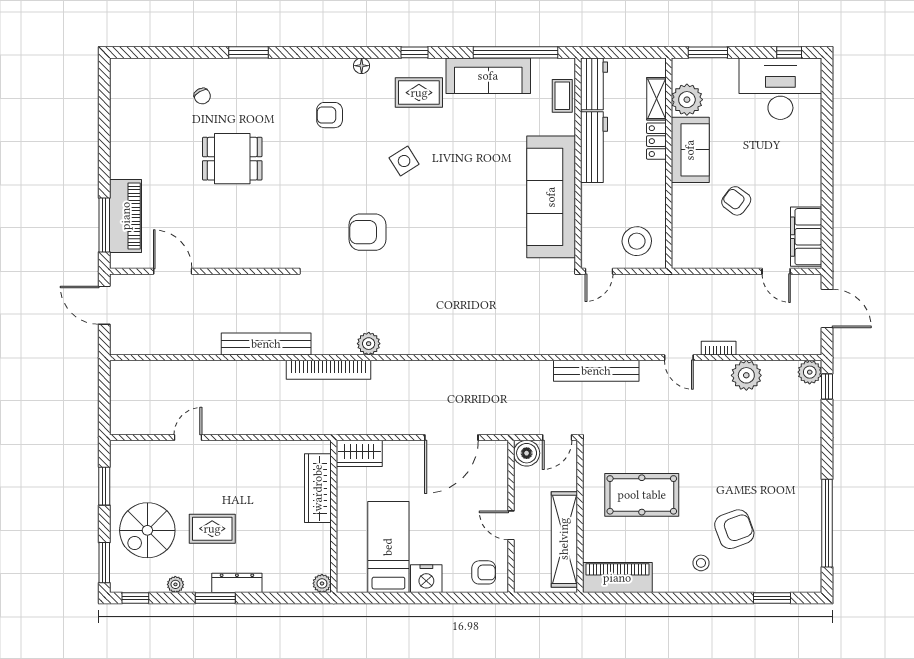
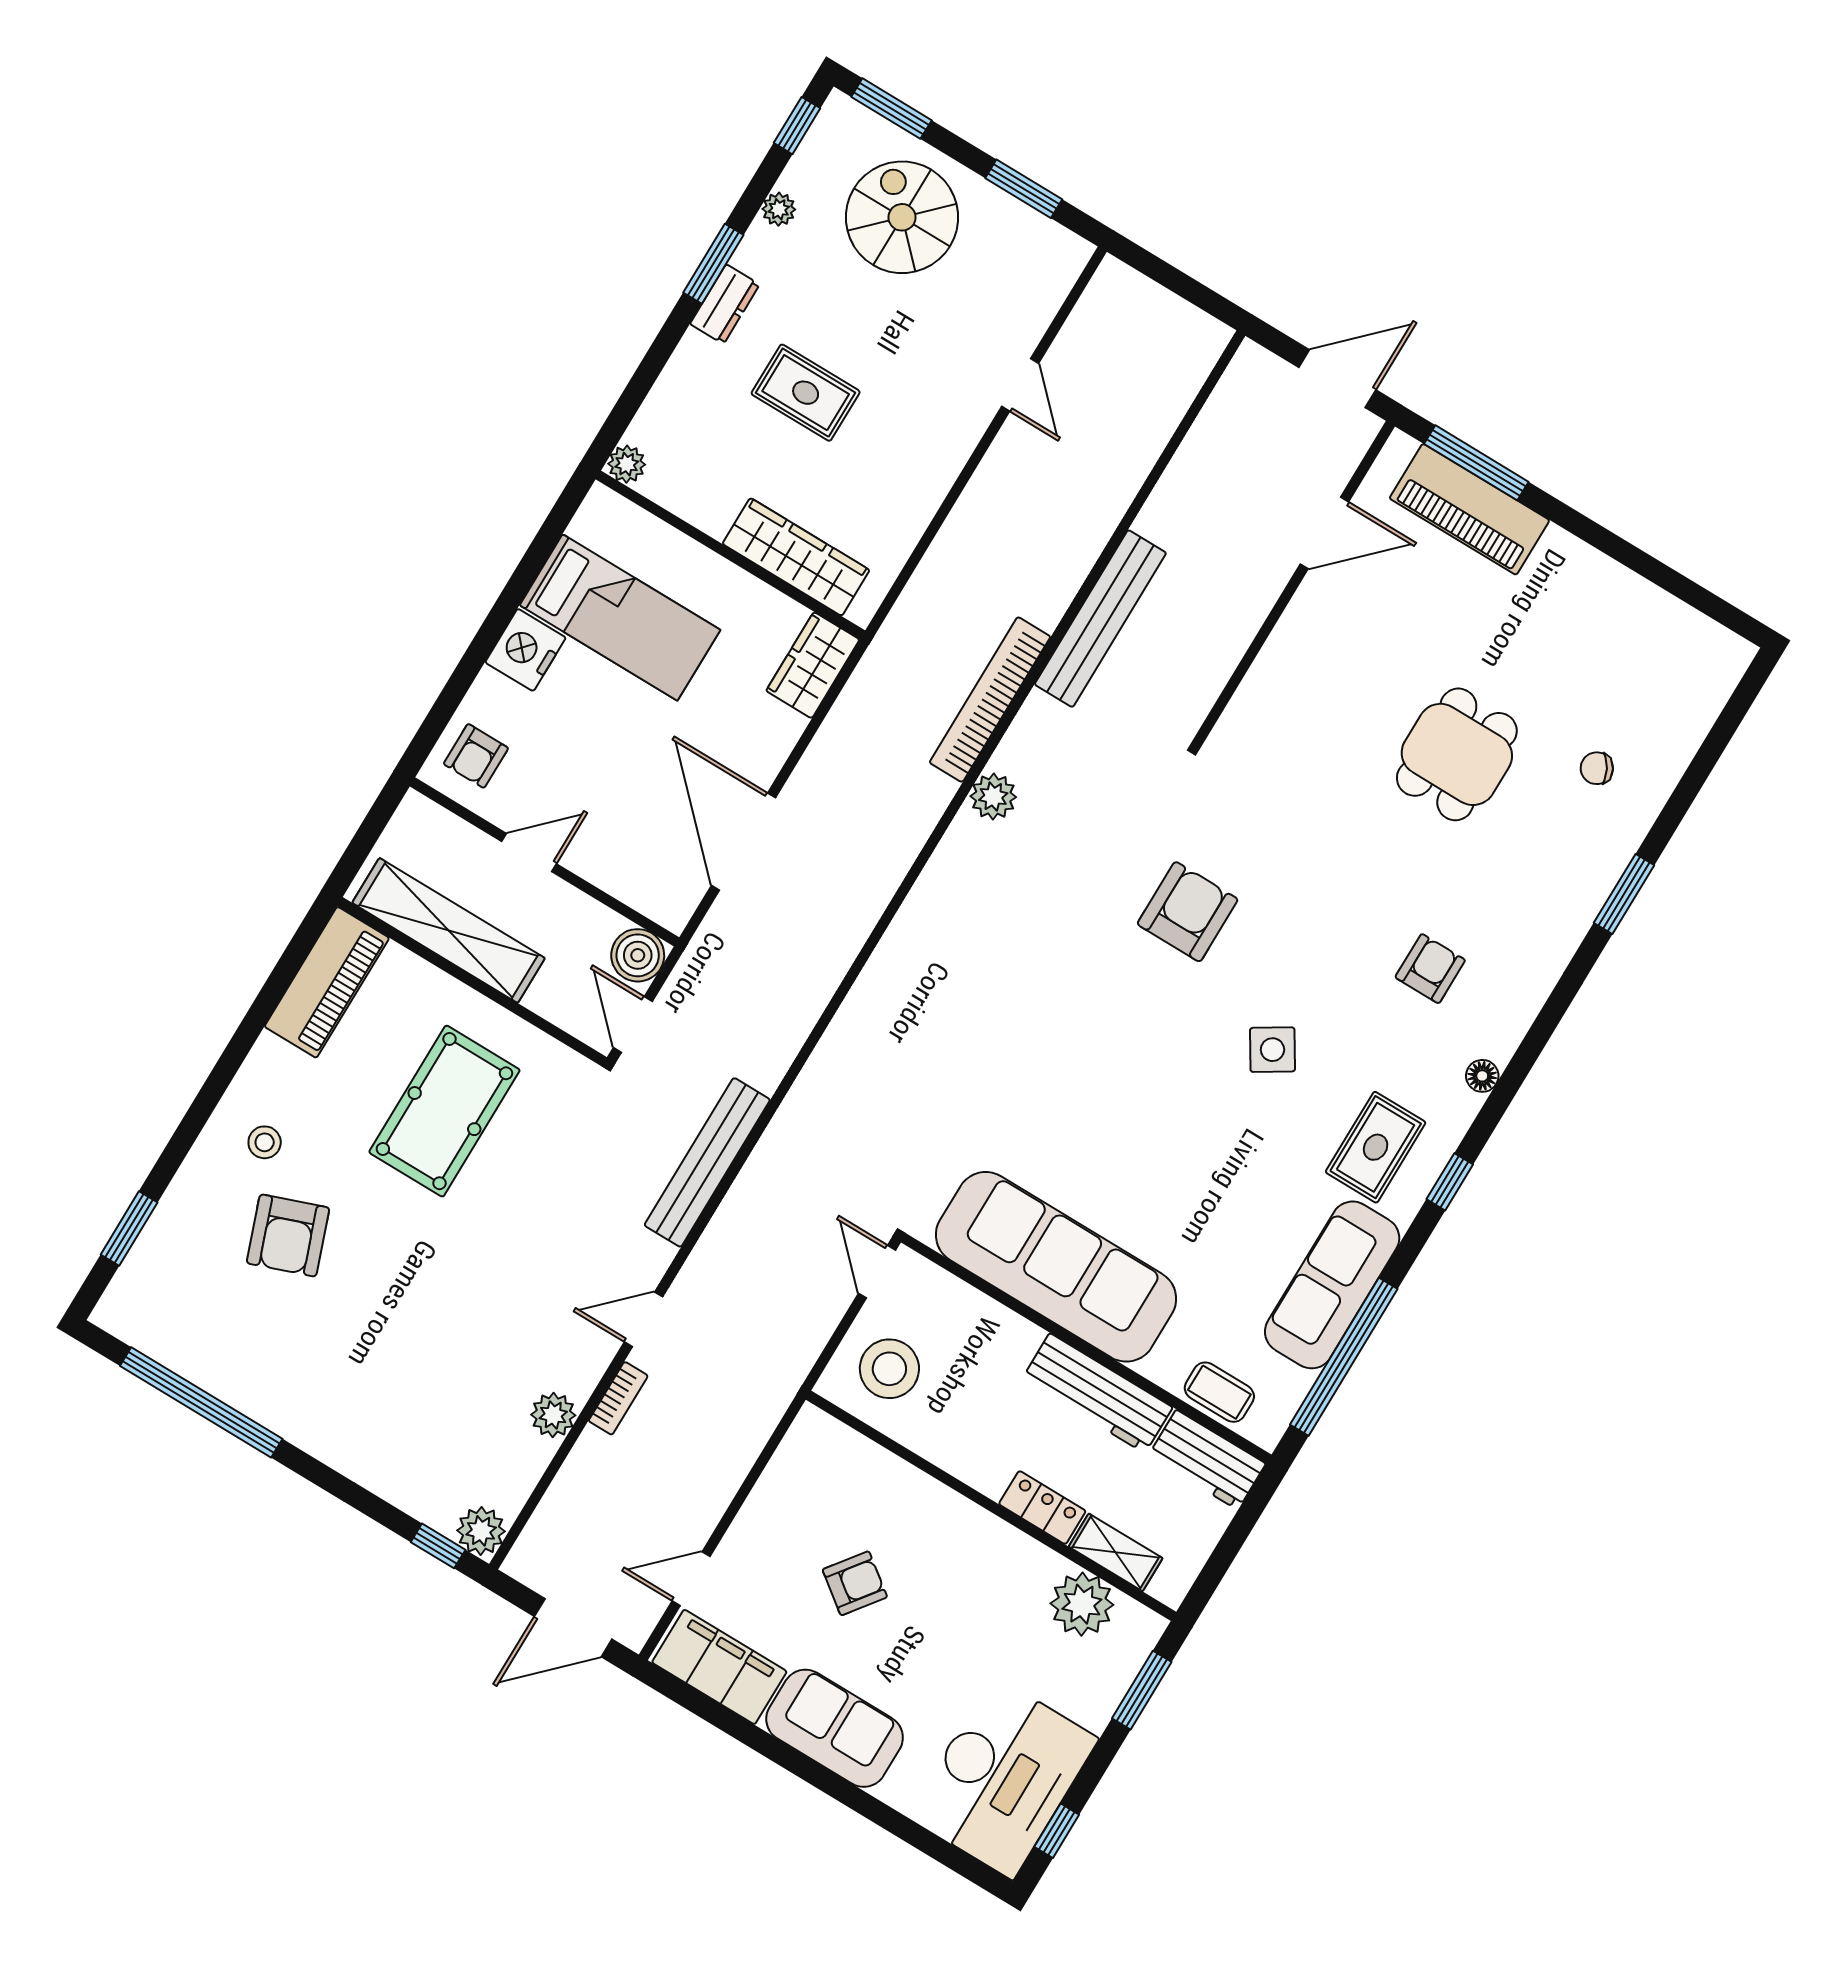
sofa: (690, 150) -> (835, 1728), moved, turned 180
plant: (746, 375) -> (553, 1415), width x0.73, depth x0.73
rug: (212, 529) -> (806, 393), moved, turned 90
dresser: (237, 583) -> (725, 304), width x0.70

